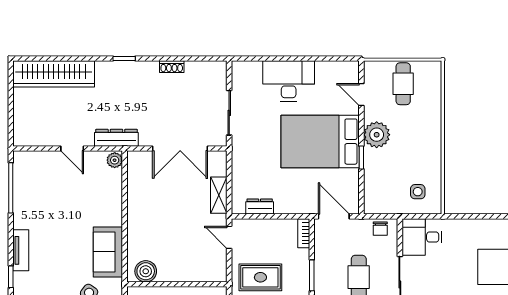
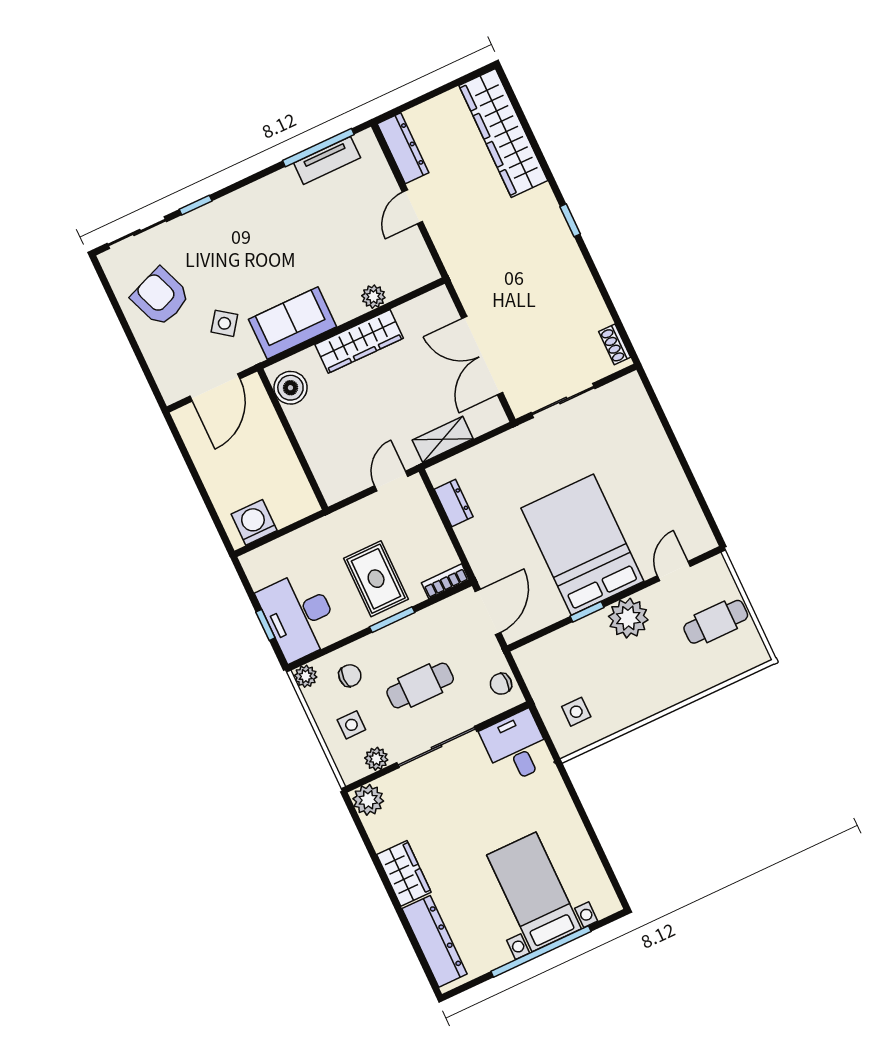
shoe rack: (172, 67) -> (615, 344), moved
desk: (289, 81) -> (646, 462), removed
dresser: (116, 138) -> (403, 148), moved
plant: (115, 160) -> (373, 297), moved
wardrobe: (137, 218) -> (359, 341), added
tv unit: (21, 250) -> (327, 160), moved
rug: (260, 277) -> (376, 579), moved

